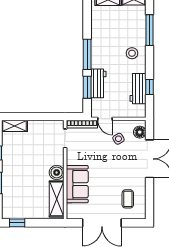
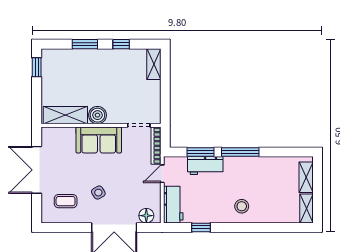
window: (150, 30) -> (270, 227), removed
workbench: (138, 89) -> (173, 205), moved, turned 90
side table: (118, 139) -> (98, 193), moved
sofa: (77, 184) -> (99, 140), moved

